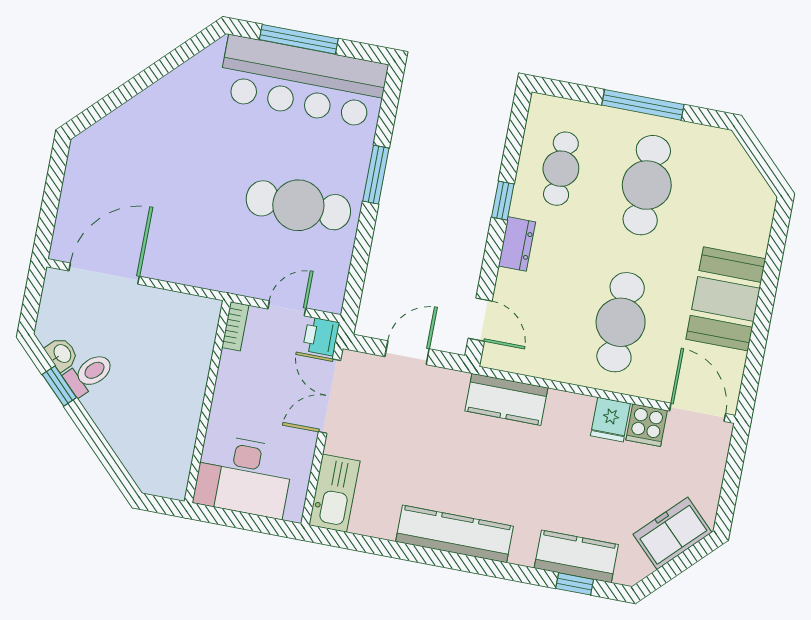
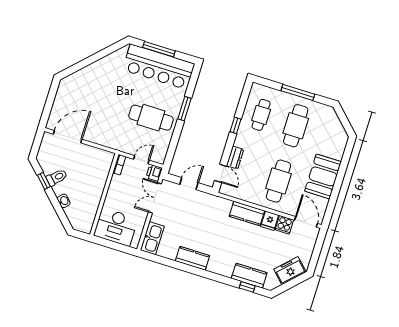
dresser: (517, 244) -> (235, 158), moved
washbasin: (62, 354) -> (64, 201), moved
kitchen counter: (506, 399) -> (247, 213), moved
kitchen counter: (455, 534) -> (193, 258), width x0.67

